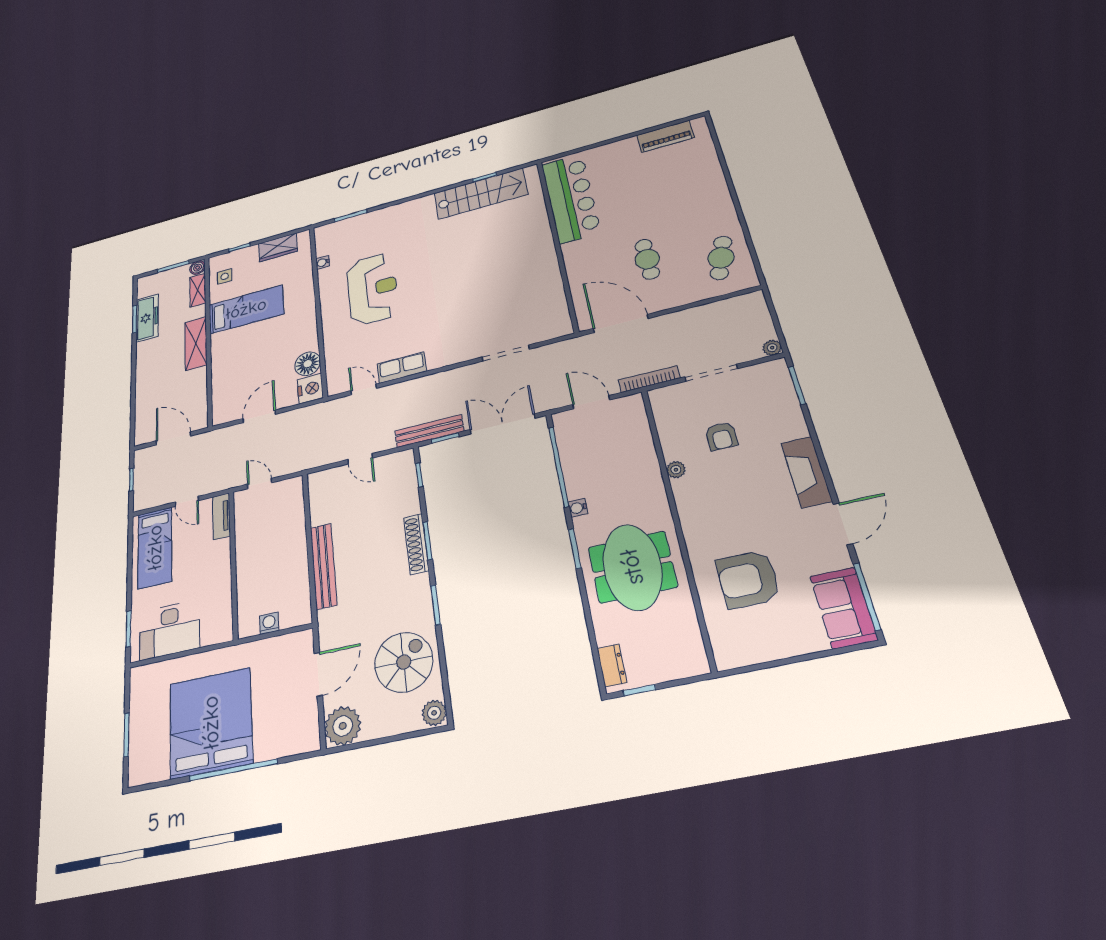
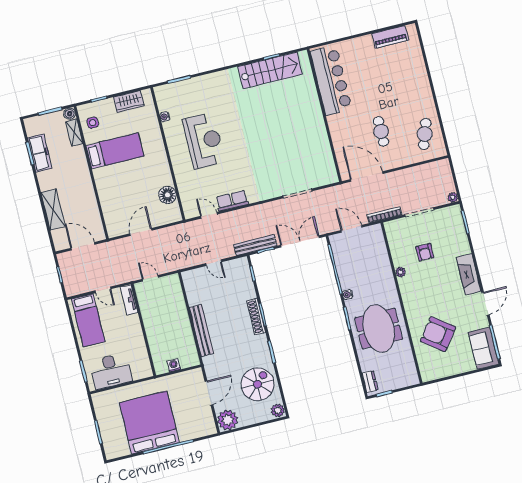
shelving: (196, 343) -> (53, 209), moved
nightstand: (310, 388) -> (173, 213), removed
armchair: (748, 579) -> (438, 334), turned 37

